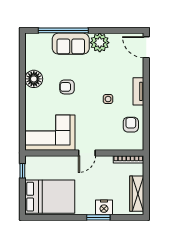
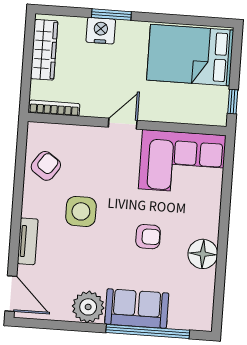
tv unit: (138, 91) -> (28, 241), moved
side table: (108, 99) -> (81, 211), width x1.87, depth x1.87
armchair: (131, 125) -> (46, 166), turned -145

